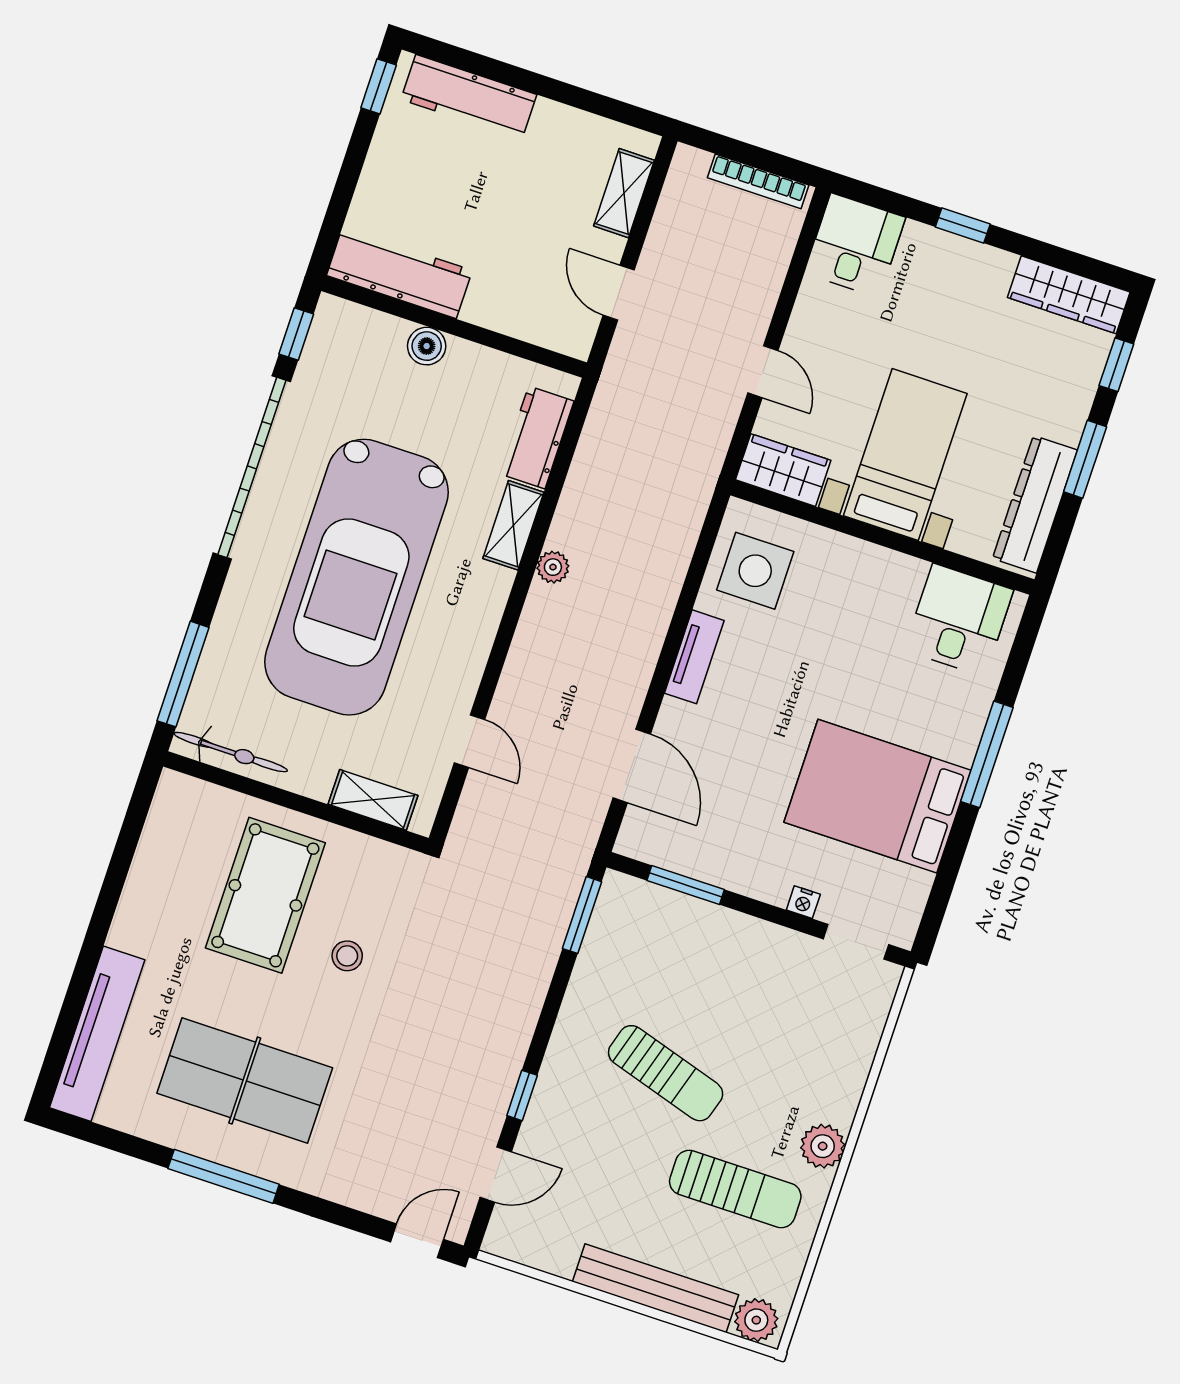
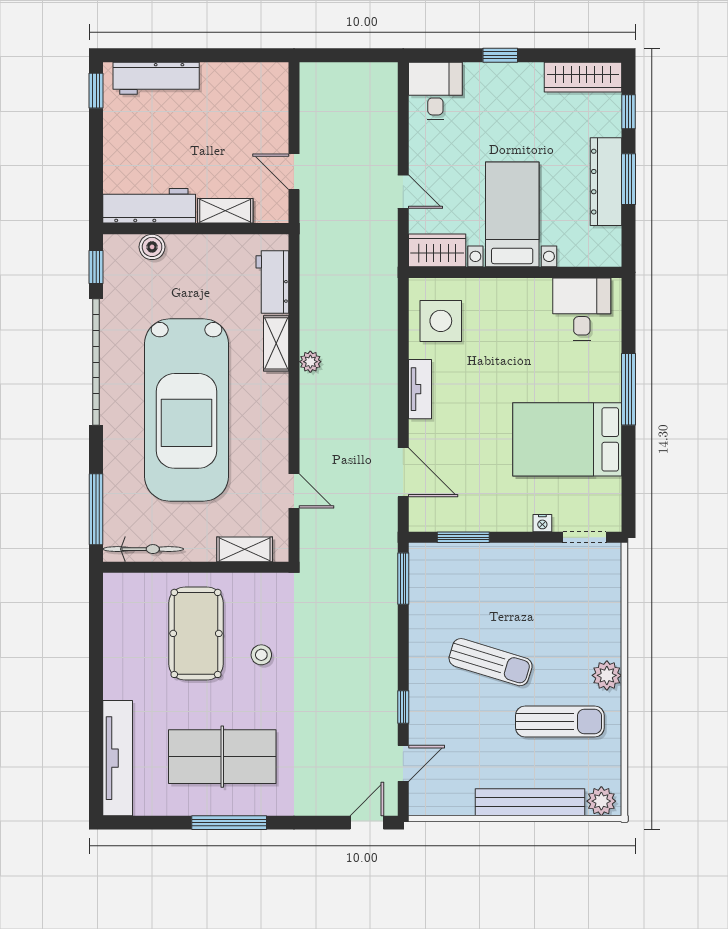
bookcase: (758, 181) -> (360, 71), removed
shelving: (624, 193) -> (225, 211), moved, turned 90
boiler: (427, 346) -> (152, 247), moved
dresser: (1035, 504) -> (606, 182), moved

